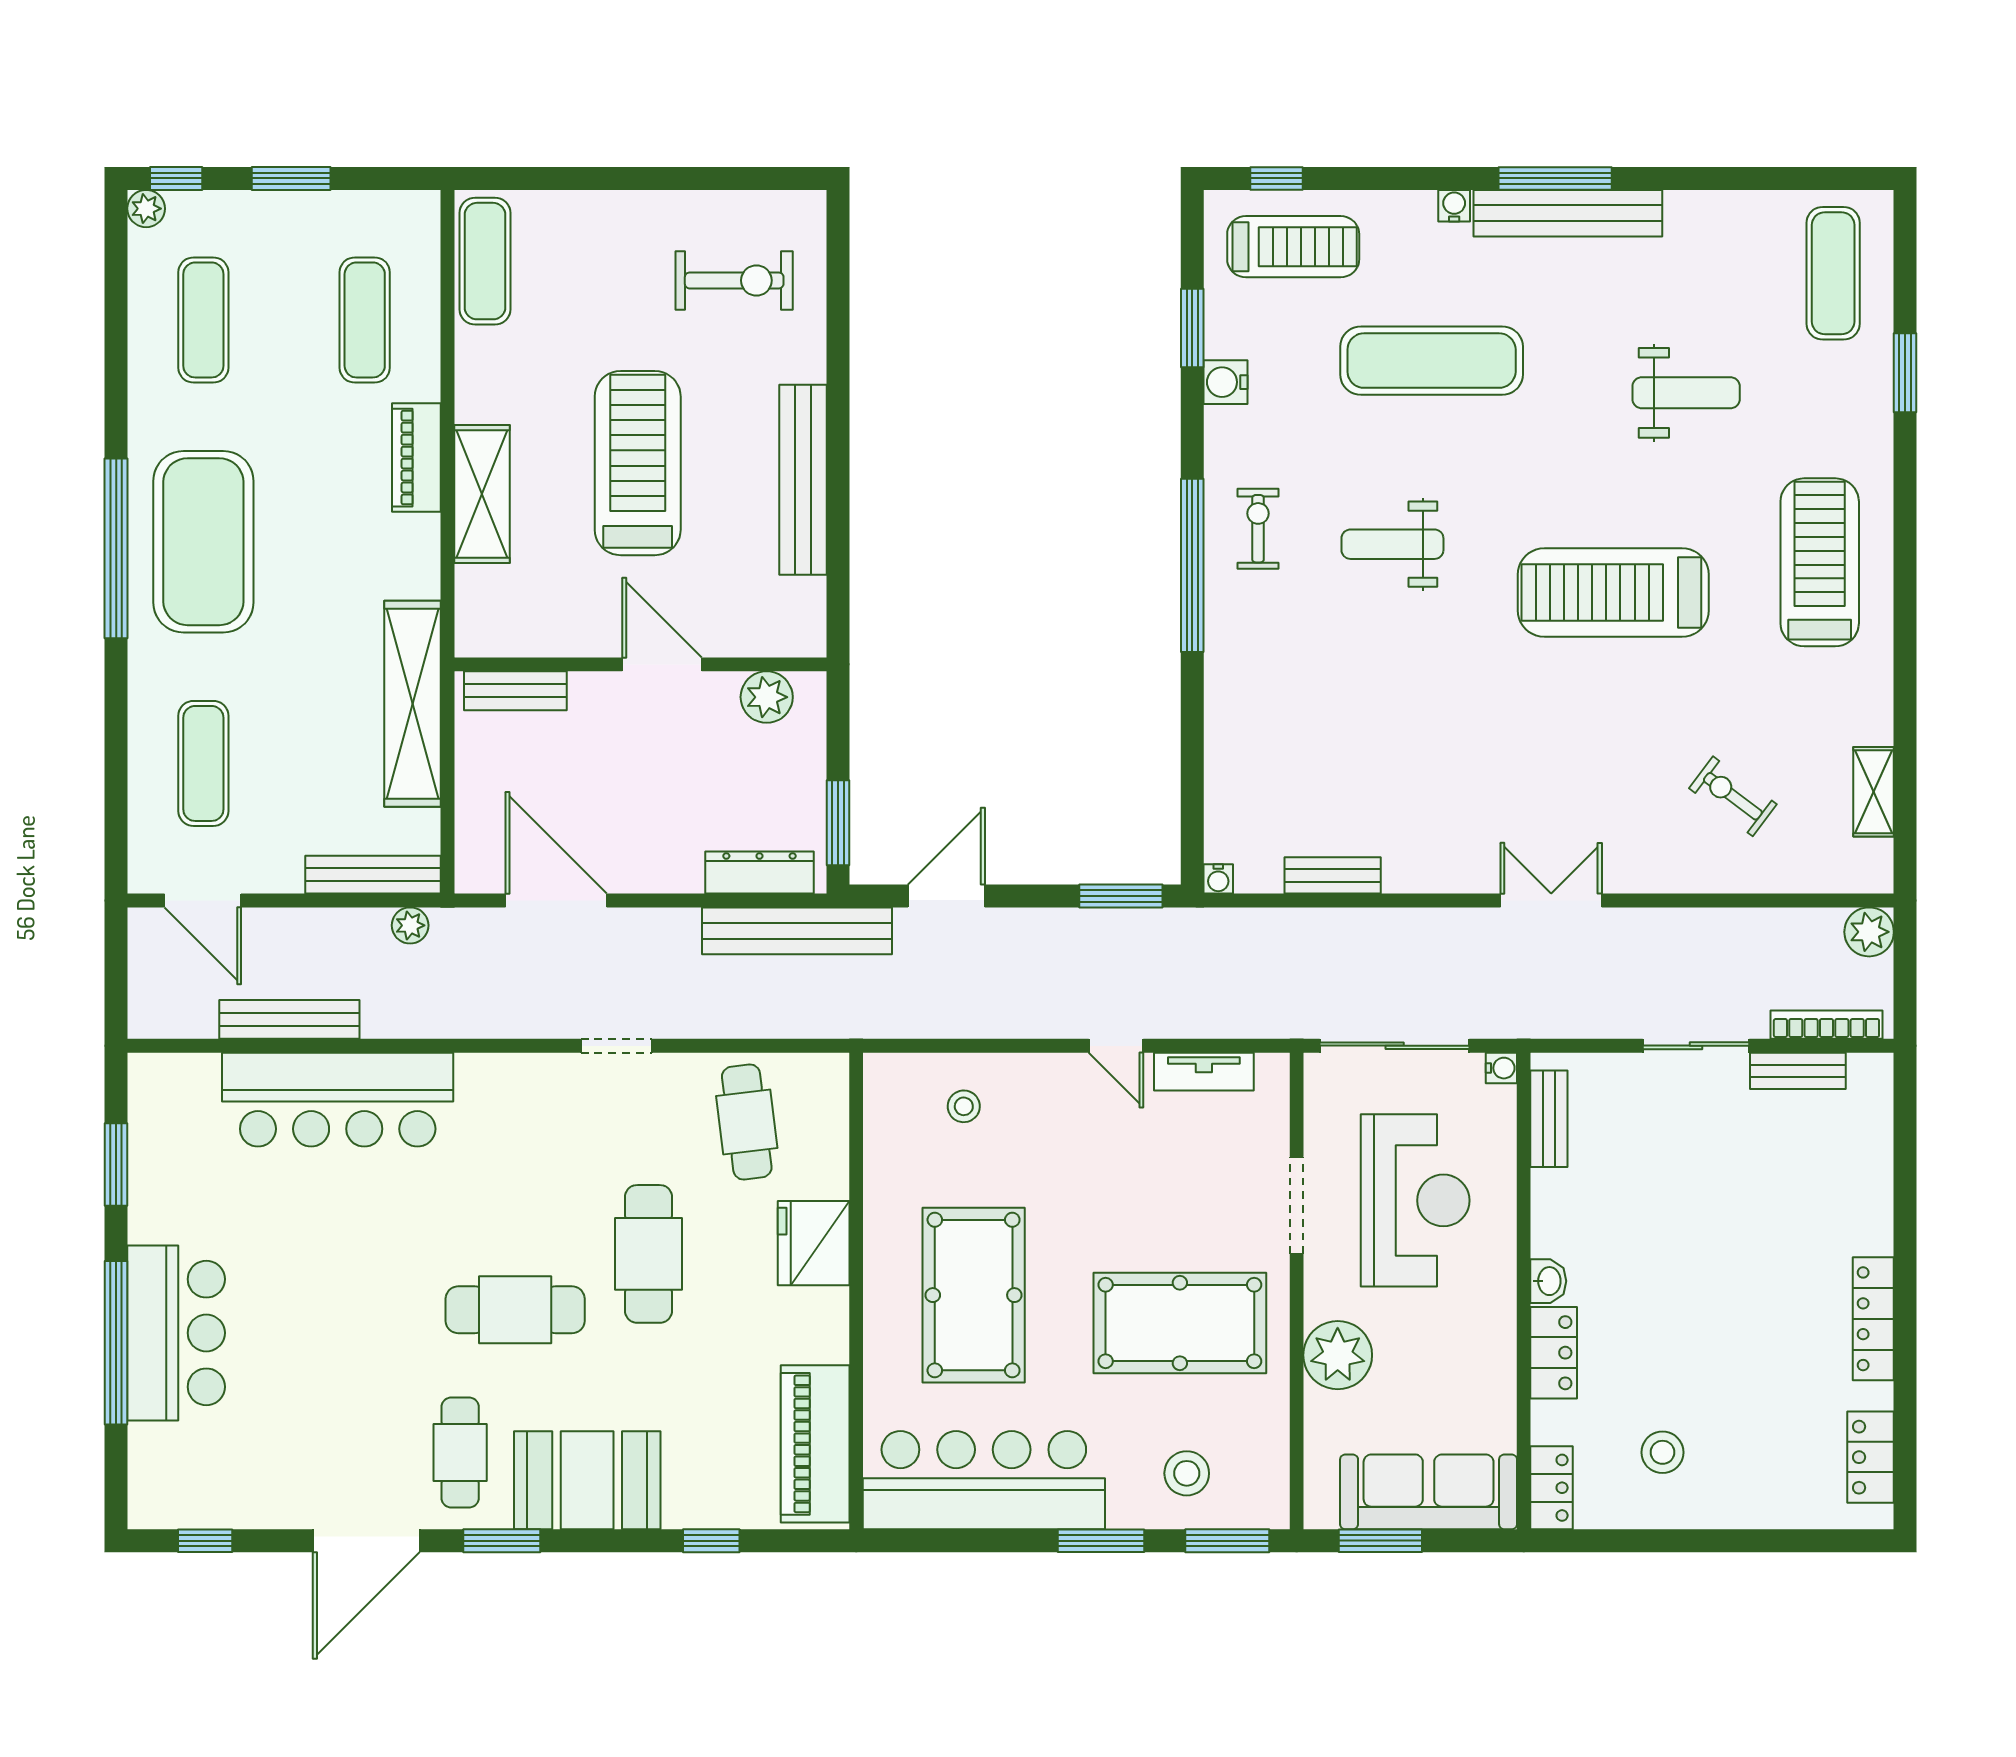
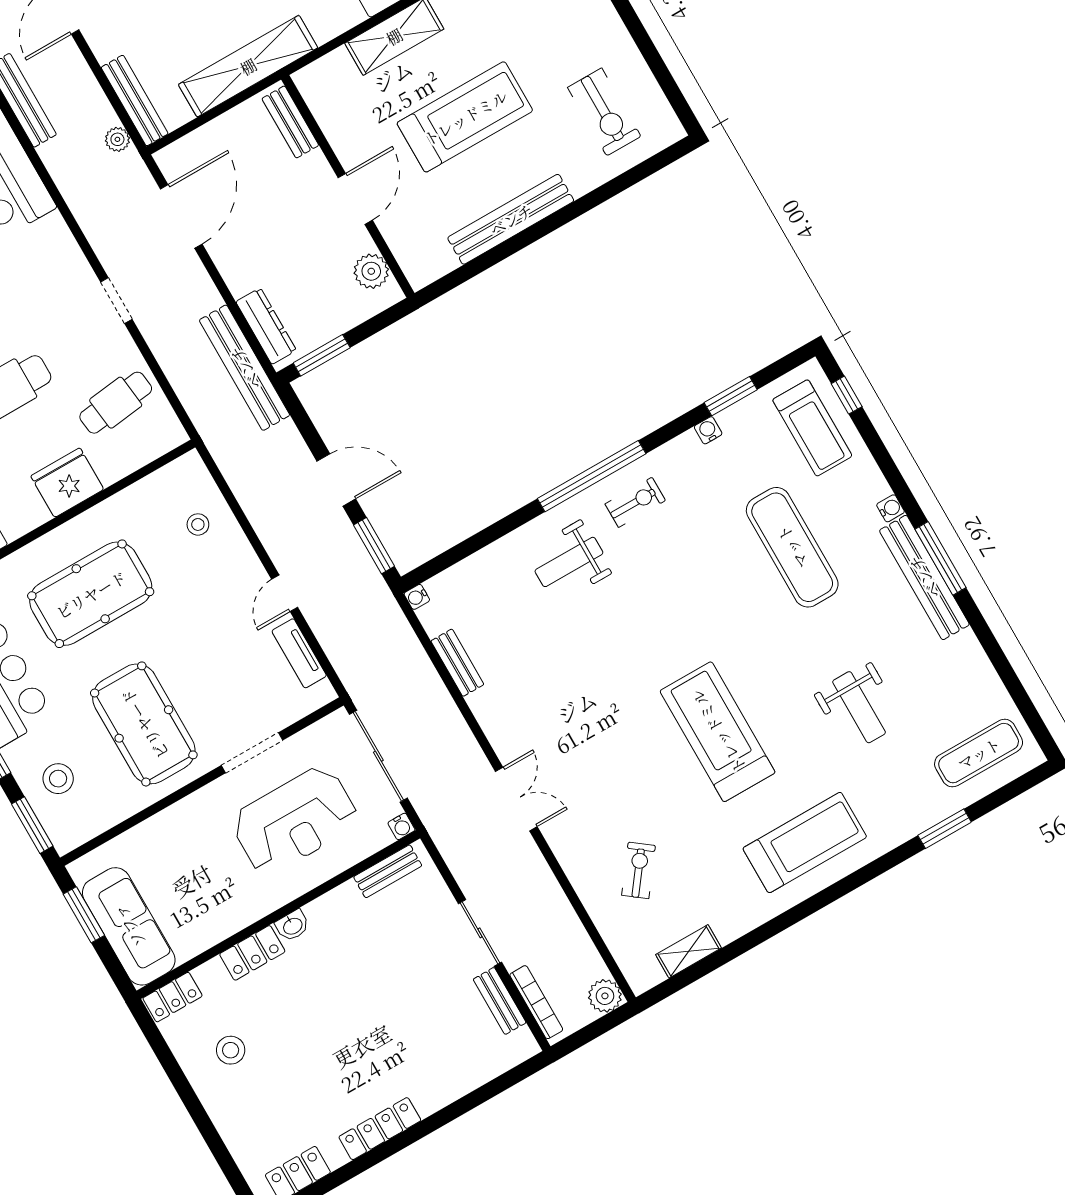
water cooler: (1225, 382) -> (708, 430), width x0.72, depth x0.72
weight bench: (1392, 544) -> (569, 562), moved, turned -90
door: (946, 896) -> (336, 480), moved
plant: (1338, 1355) -> (178, 827), removed

